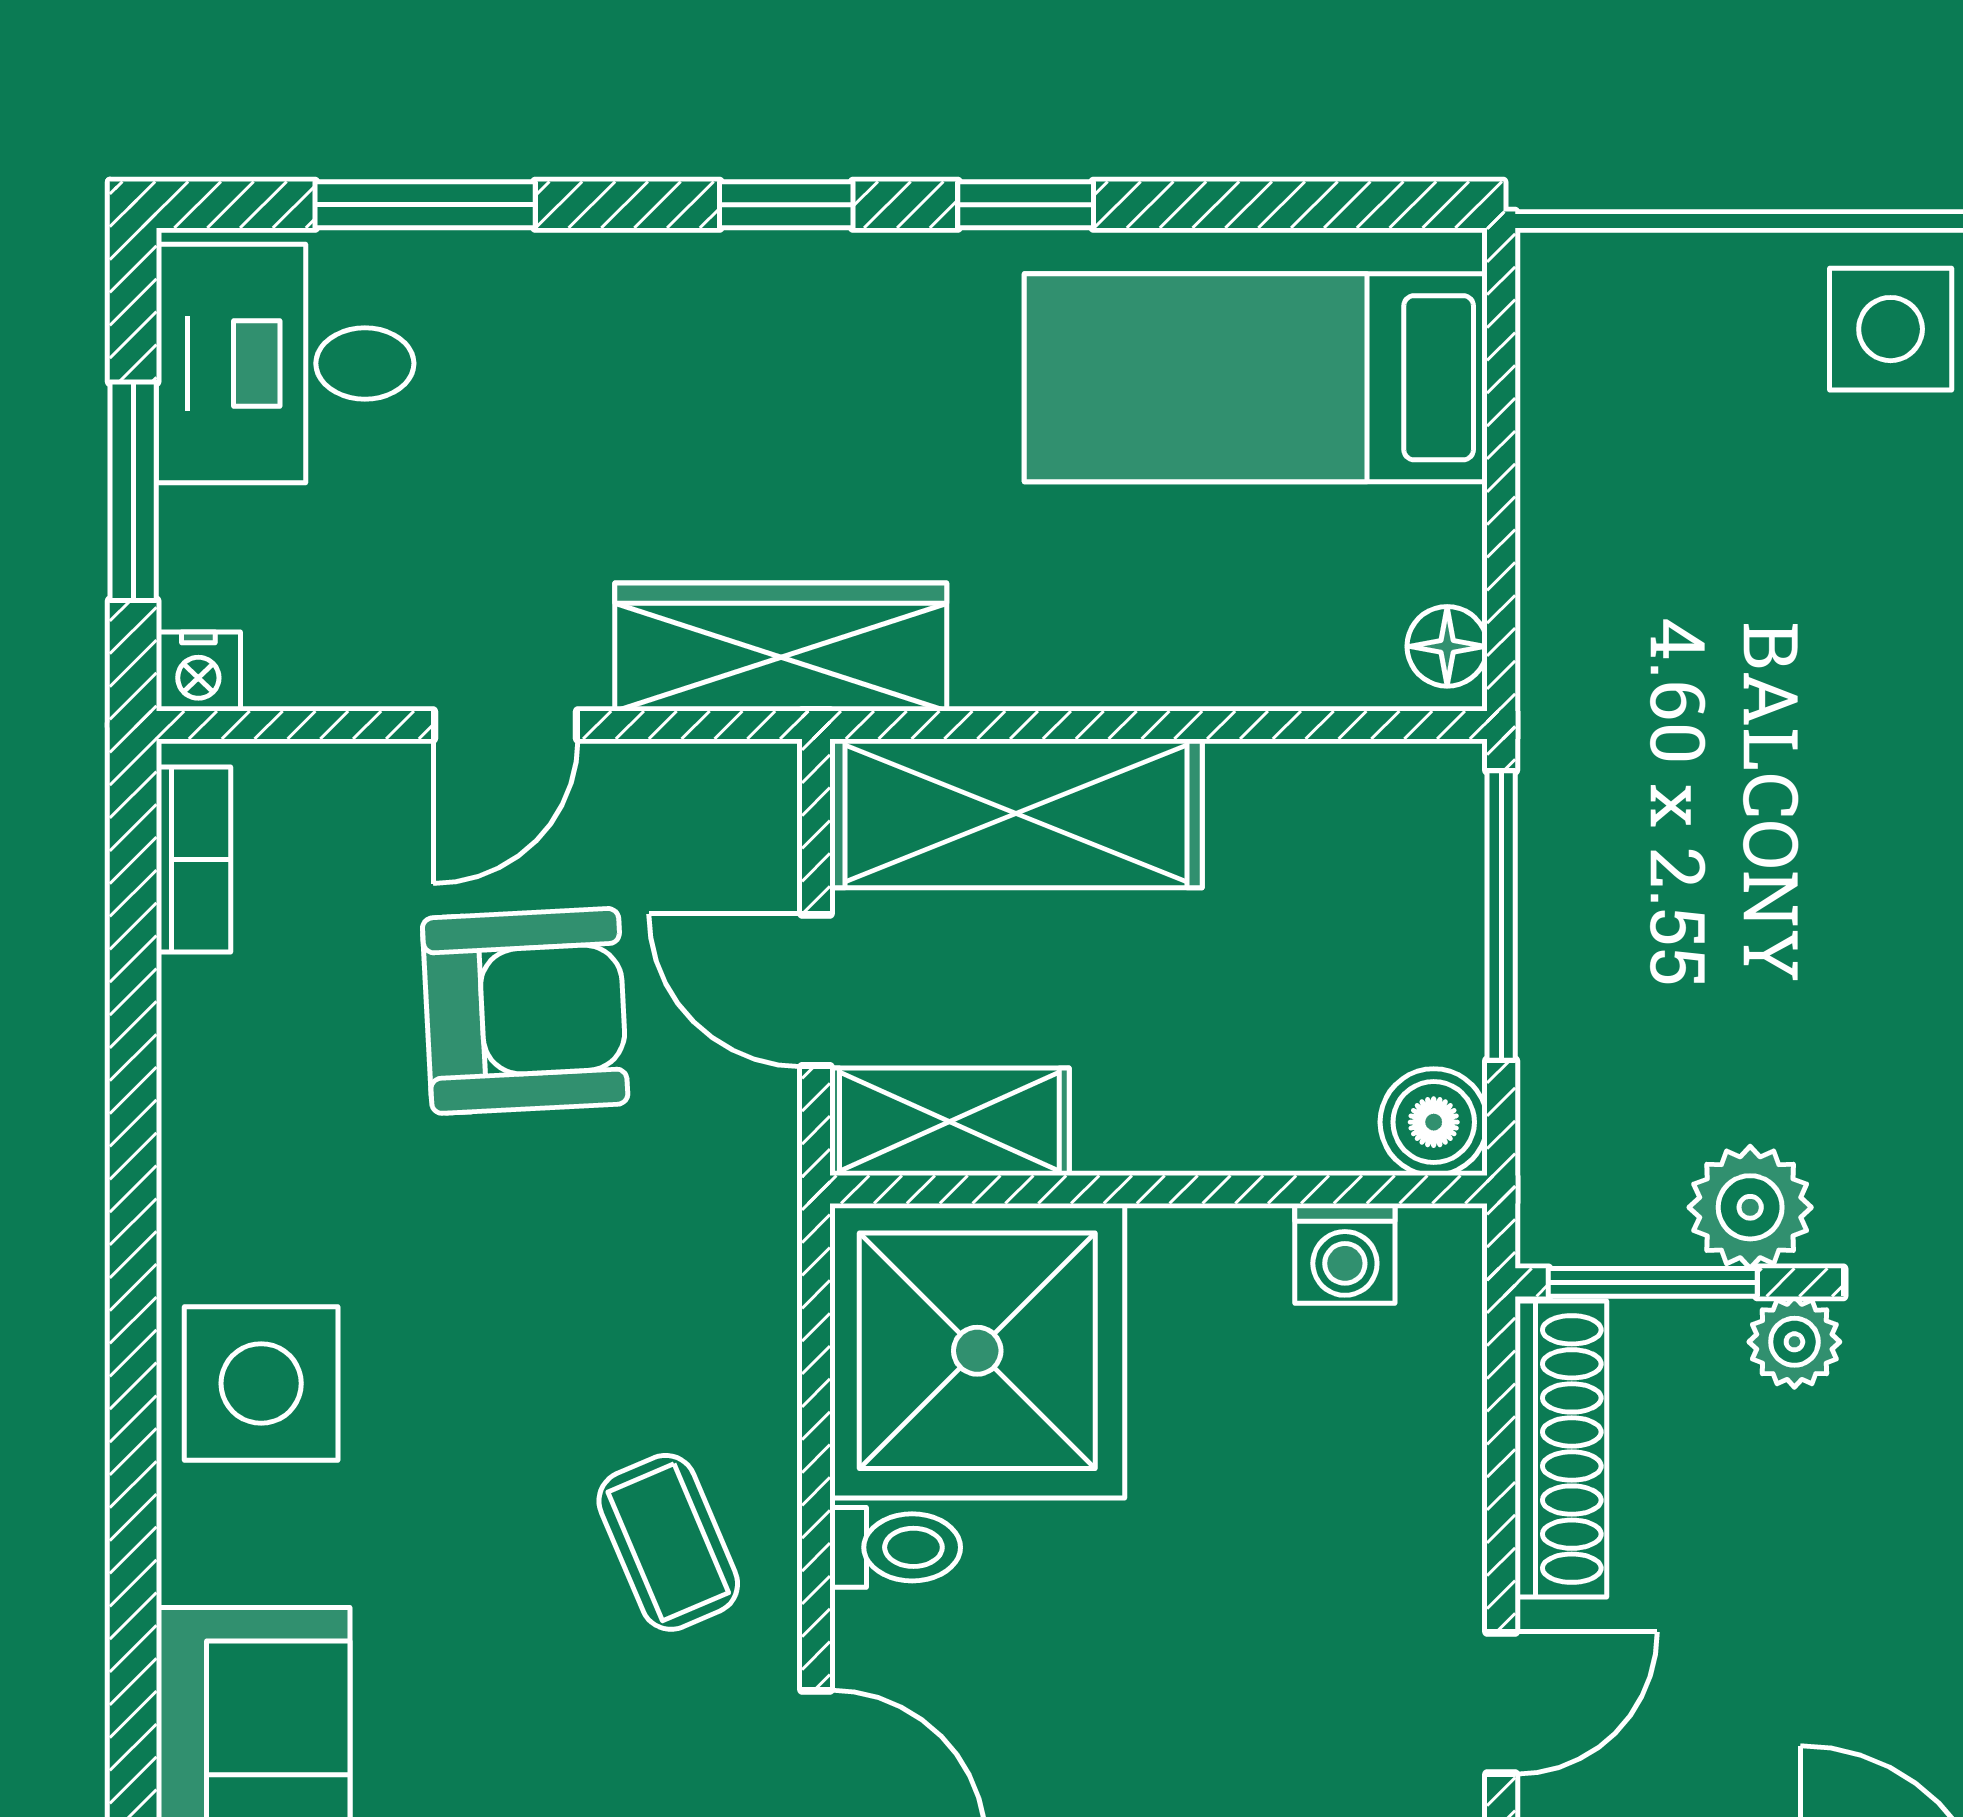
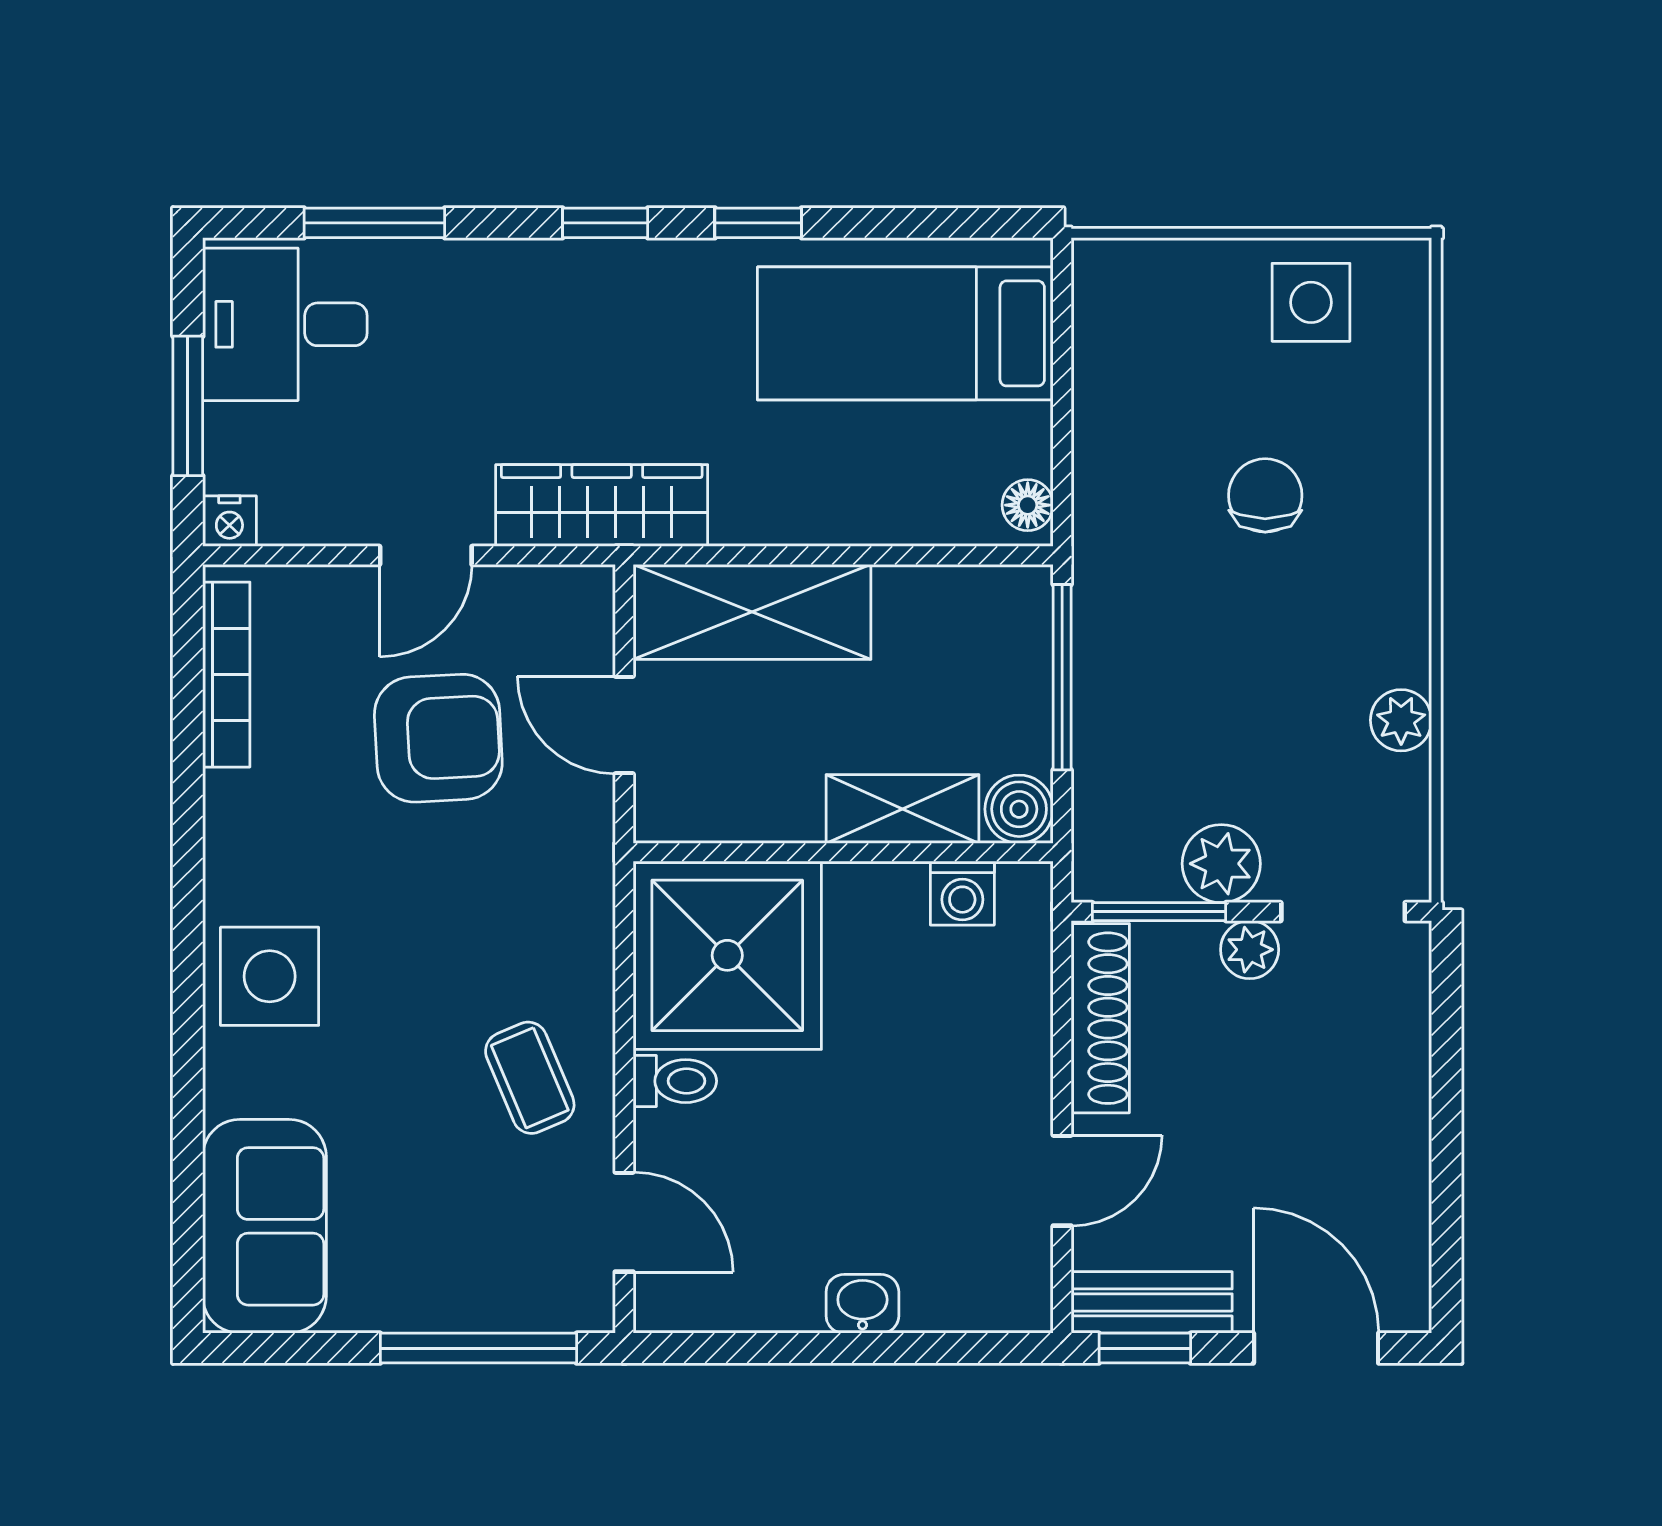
chair: (1819, 631) -> (1265, 495), added
bookcase: (193, 859) -> (226, 675), width x1.56
shelving: (949, 1122) -> (903, 809), moved

